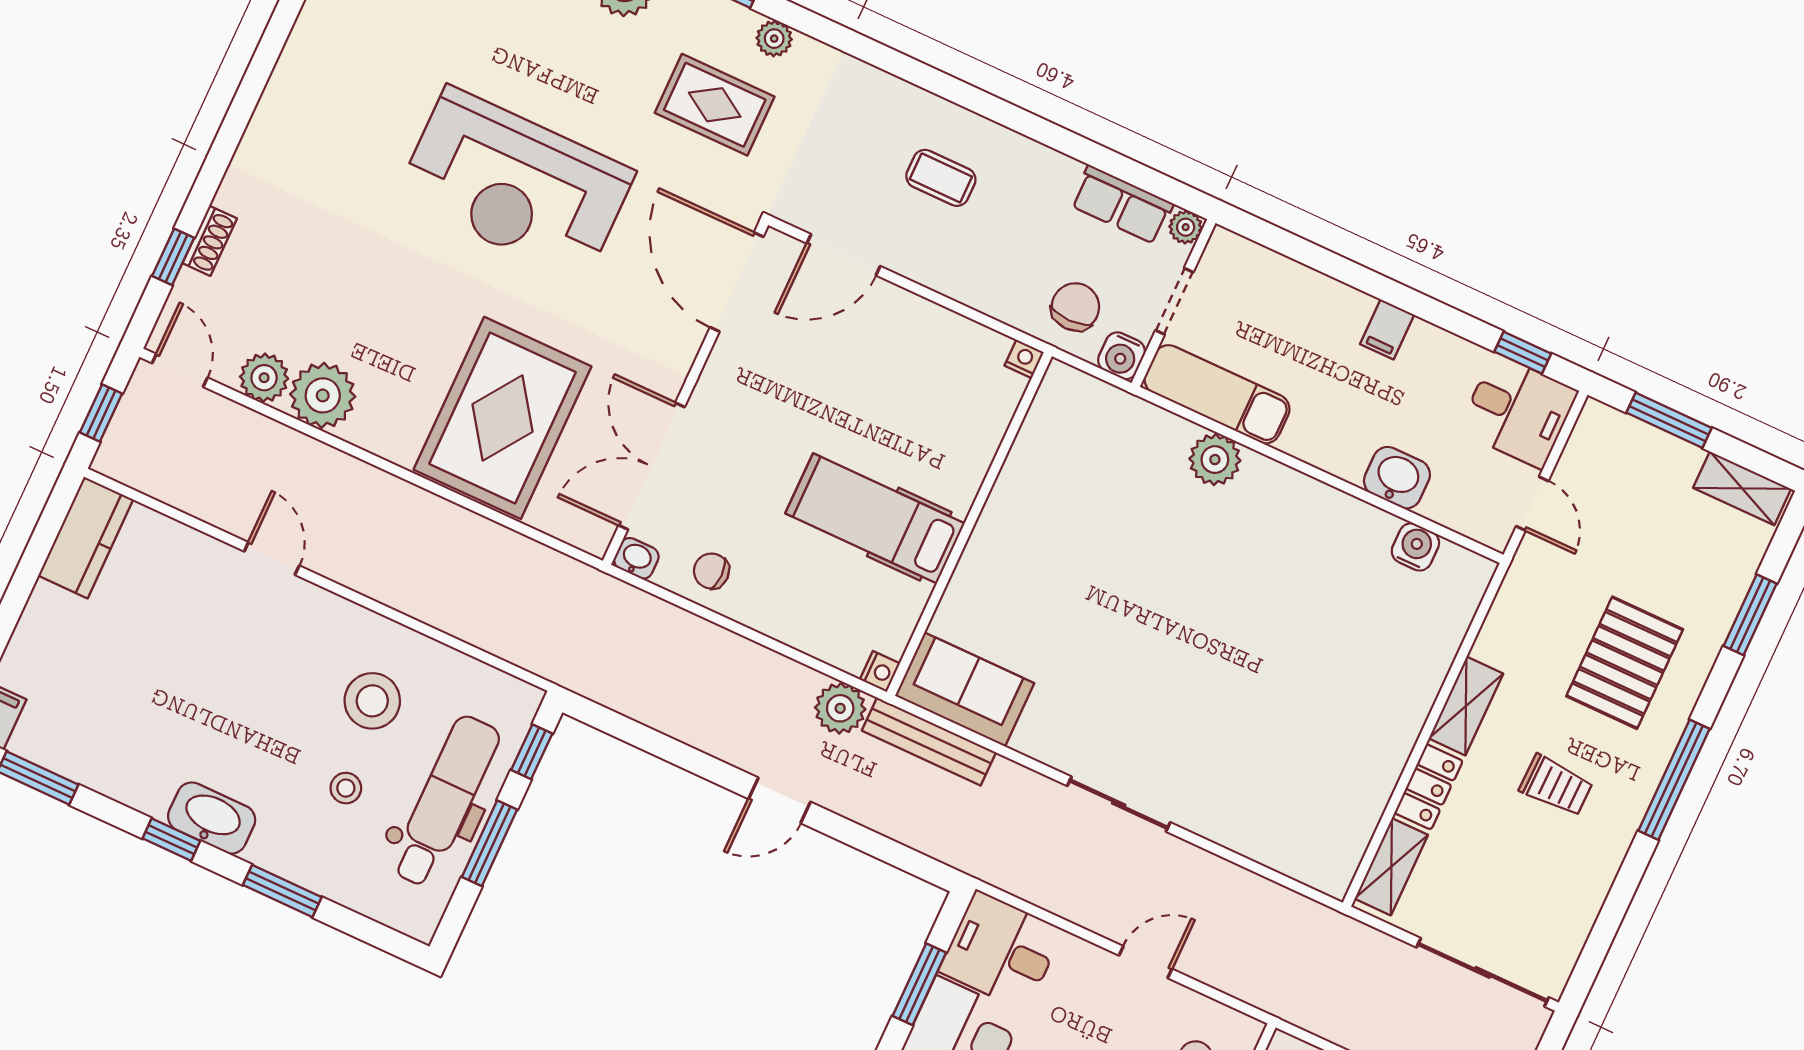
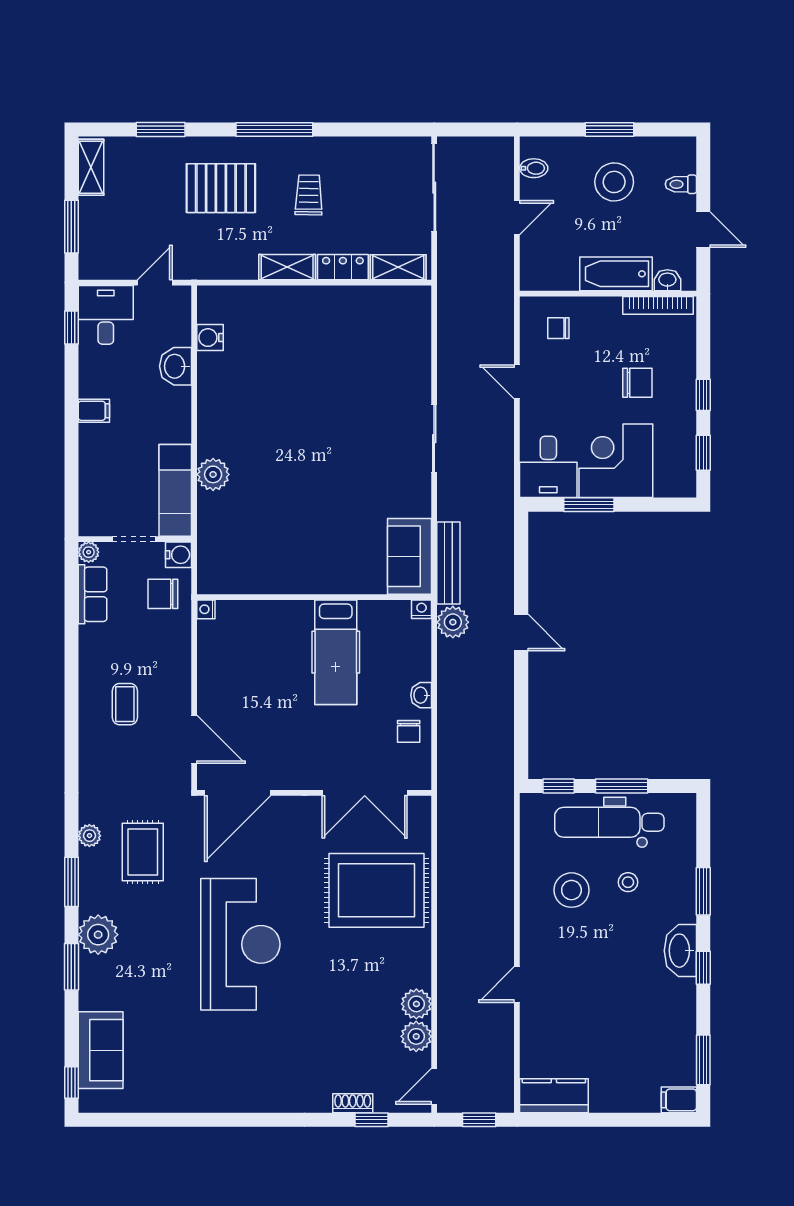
plant: (323, 395) -> (416, 1004), width x0.73, depth x0.73
washbasin: (636, 558) -> (421, 695), moved

